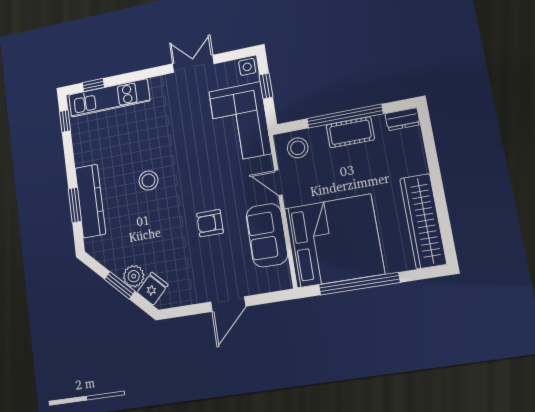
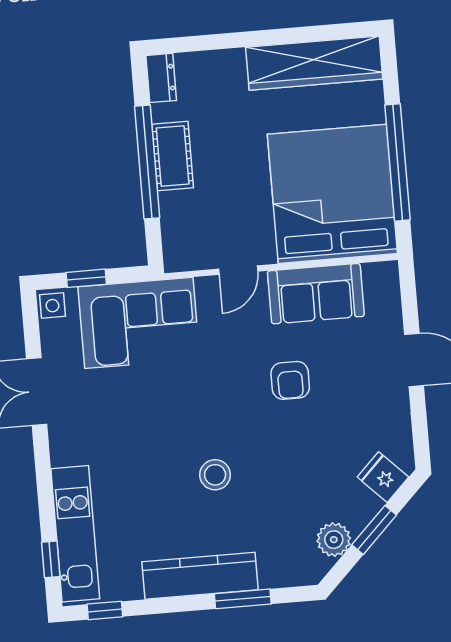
stool: (298, 148) -> (188, 237), removed
kitchen counter: (90, 201) -> (200, 576), moved
plant: (134, 276) -> (334, 540), moved

